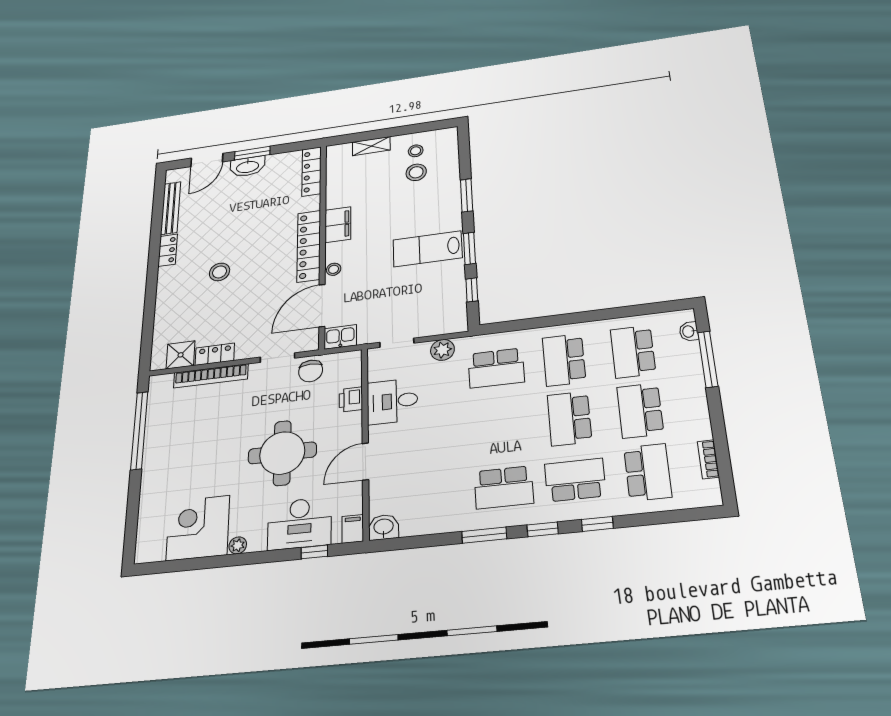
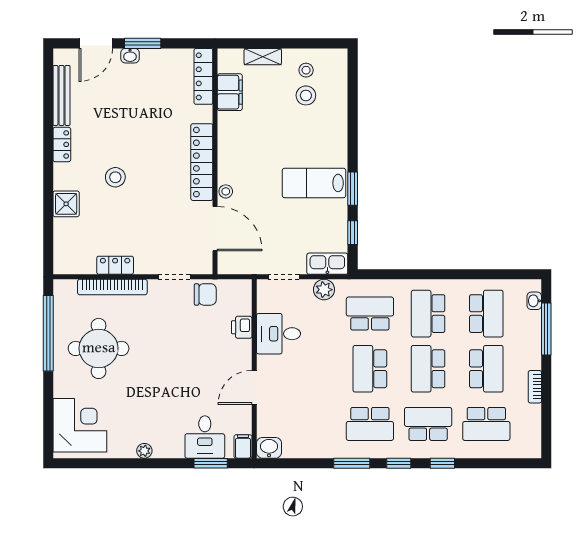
washbasin: (248, 166) -> (130, 56), width x0.52, depth x0.69
window: (467, 195) -> (353, 130), removed
filing cabinet: (338, 225) -> (230, 92), moved
door: (322, 306) -> (215, 229), swing flipped
kitchen sink: (340, 337) -> (327, 264), moved, width x1.38
school desk: (633, 352) -> (486, 314), turned 180
shower: (181, 355) -> (66, 204), moved
school desk: (496, 368) -> (370, 314), turned 180
chair: (311, 371) -> (205, 294), turned -90
school desk: (640, 410) -> (486, 369), turned 180
school desk: (500, 426) -> (370, 369), added
round table: (282, 453) -> (99, 348), moved
bookcase: (708, 459) -> (535, 387), moved
school desk: (648, 472) -> (486, 424), turned 90
desk: (299, 523) -> (205, 437), width x0.73
corner desk: (198, 528) -> (80, 425), moved, turned 90
window: (314, 552) -> (211, 463), width x1.50

